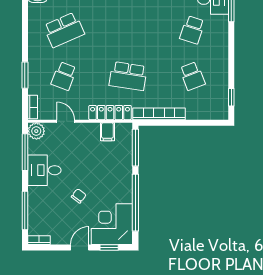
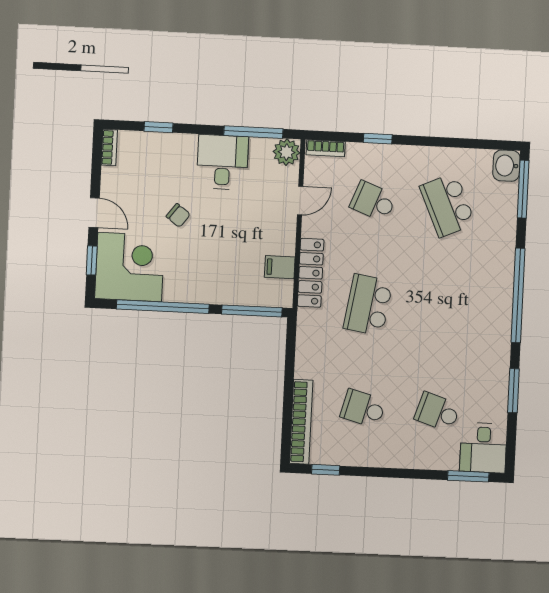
window: (25, 75) -> (378, 139), width x0.67
school desk: (192, 76) -> (363, 409), turned 36
bookcase: (159, 114) -> (301, 422), moved
window: (25, 211) -> (159, 127), width x0.46

